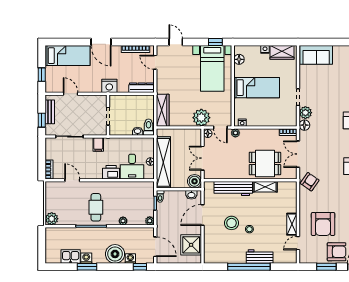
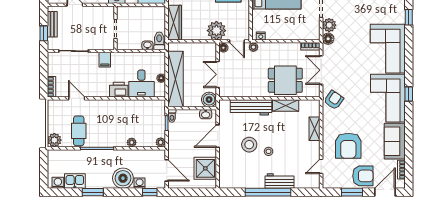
cafe table: (96, 207) -> (79, 131), moved
shelving: (292, 224) -> (315, 129), moved
washing machine: (86, 258) -> (58, 183), moved

